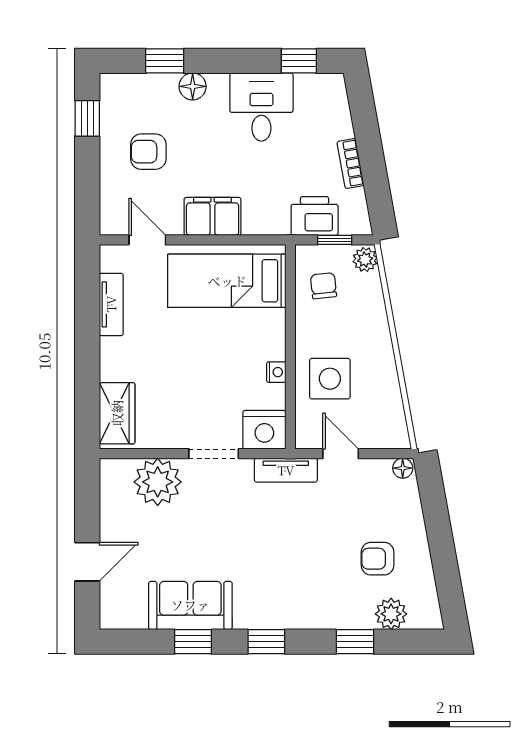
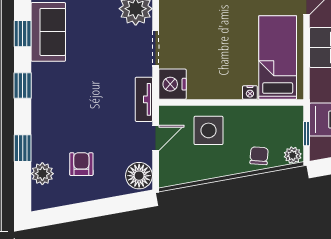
chair: (323, 286) -> (259, 156), moved, turned -80
nightstand: (276, 372) -> (250, 93), moved
floor lamp: (403, 468) -> (139, 176), width x1.89, depth x1.89

